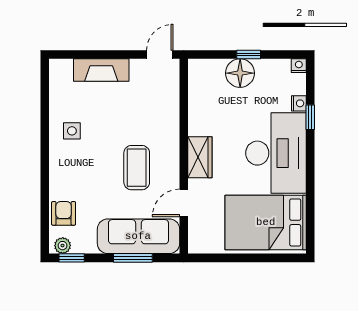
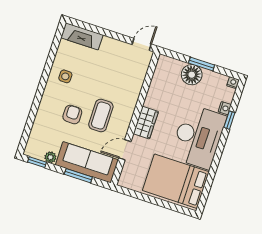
window: (249, 55) -> (202, 64), width x1.50
fireplace: (101, 70) -> (82, 36), moved
armchair: (64, 213) -> (72, 114), moved
plant: (63, 246) -> (50, 157), moved

